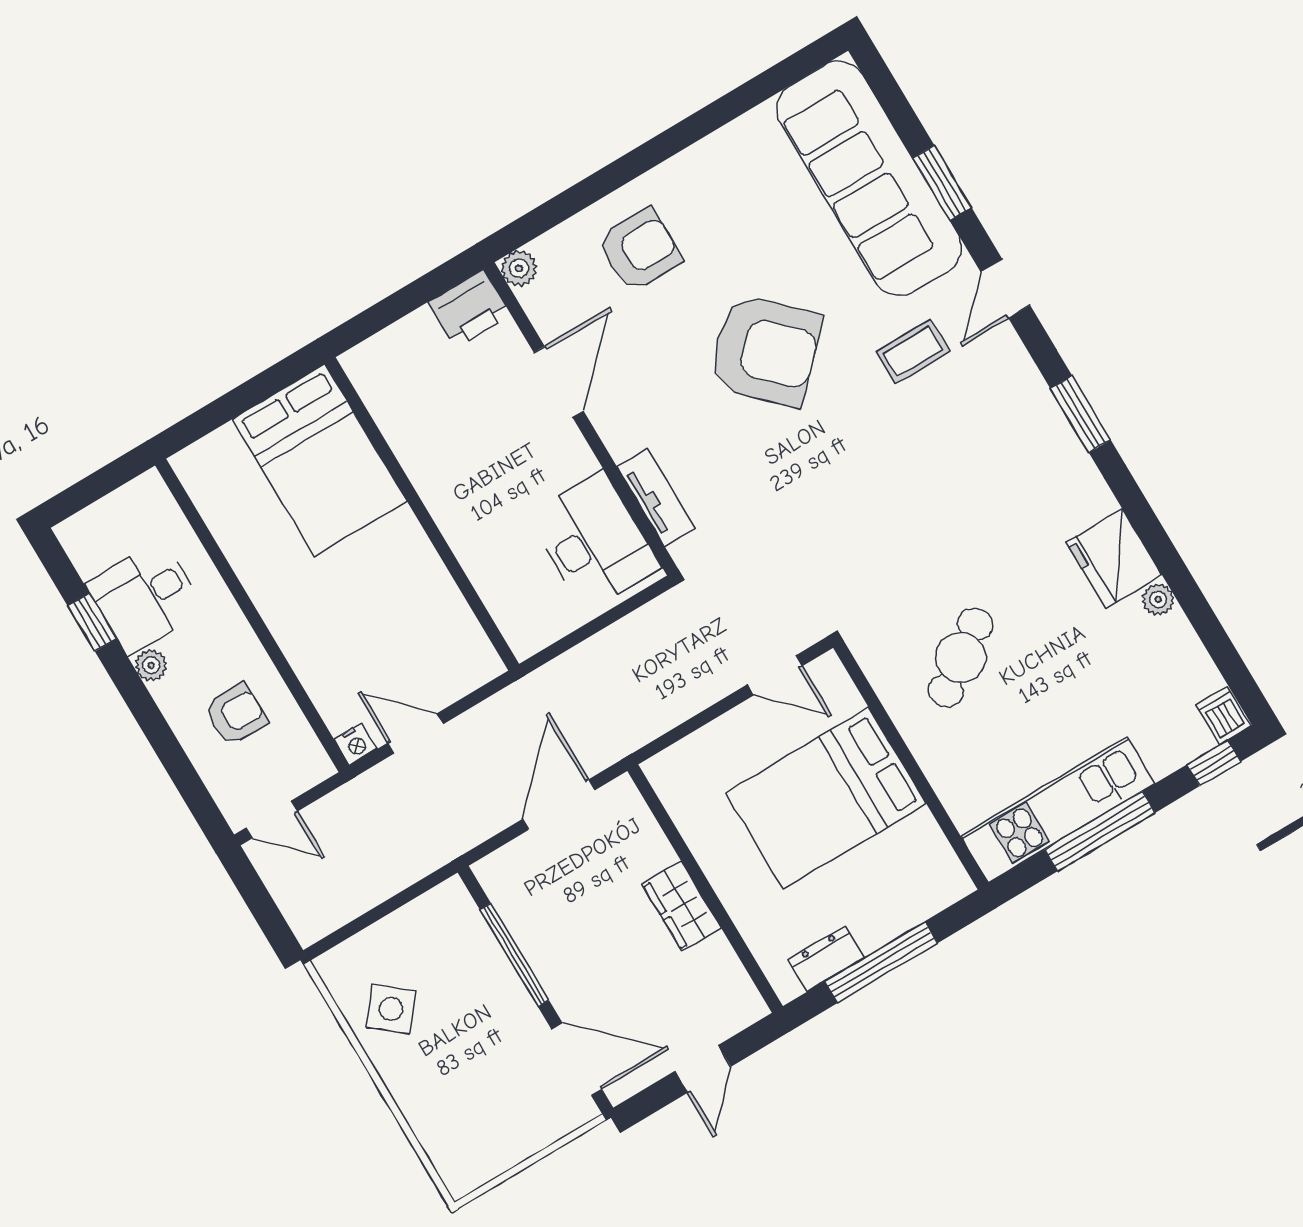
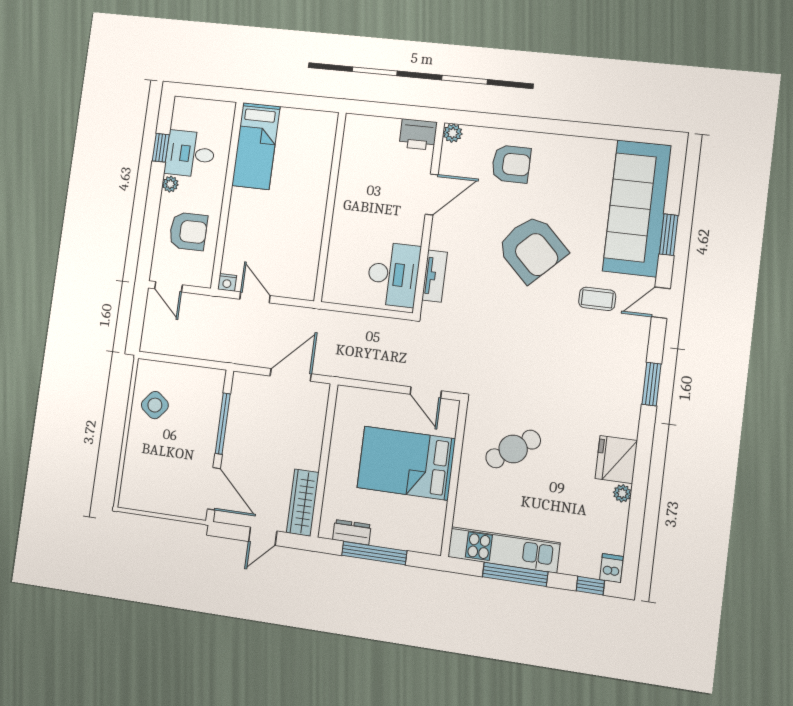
bed: (320, 460) -> (256, 146), moved, width x0.67
armchair: (236, 714) -> (188, 231), width x1.38, depth x1.38
wardrobe: (682, 906) -> (303, 503), moved, width x1.50

